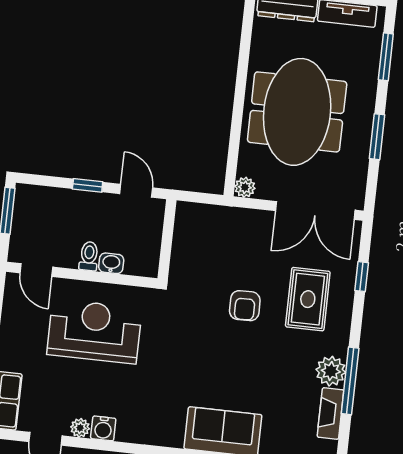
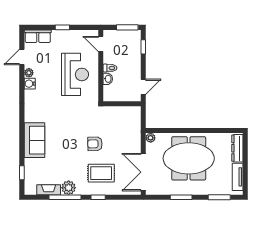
window: (88, 185) -> (143, 47), moved
door: (36, 270) -> (101, 44), hinge flipped
window: (362, 277) -> (98, 197), moved

